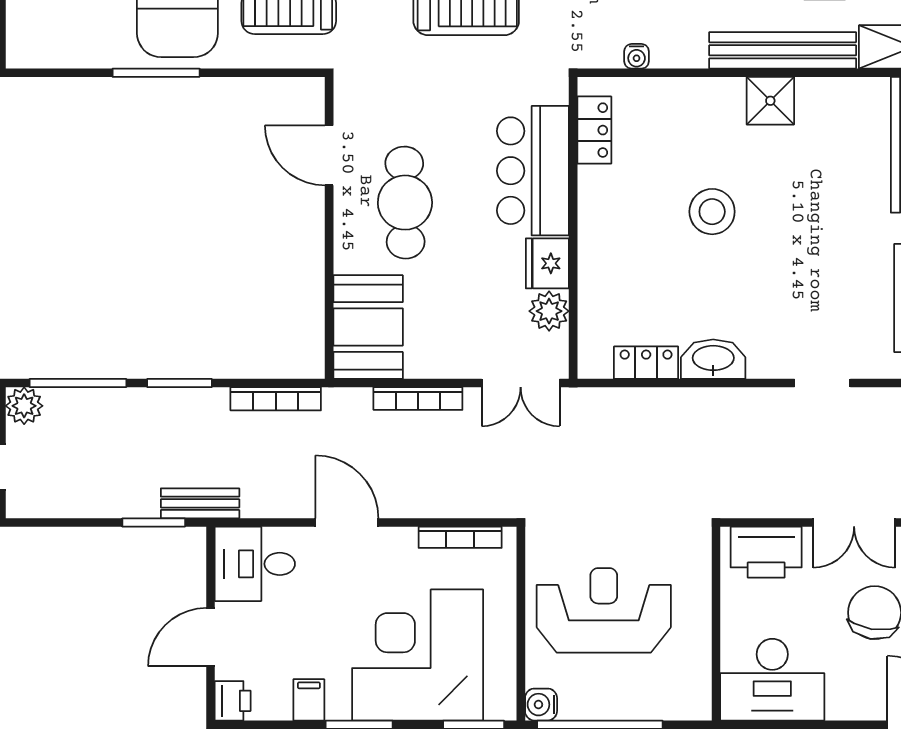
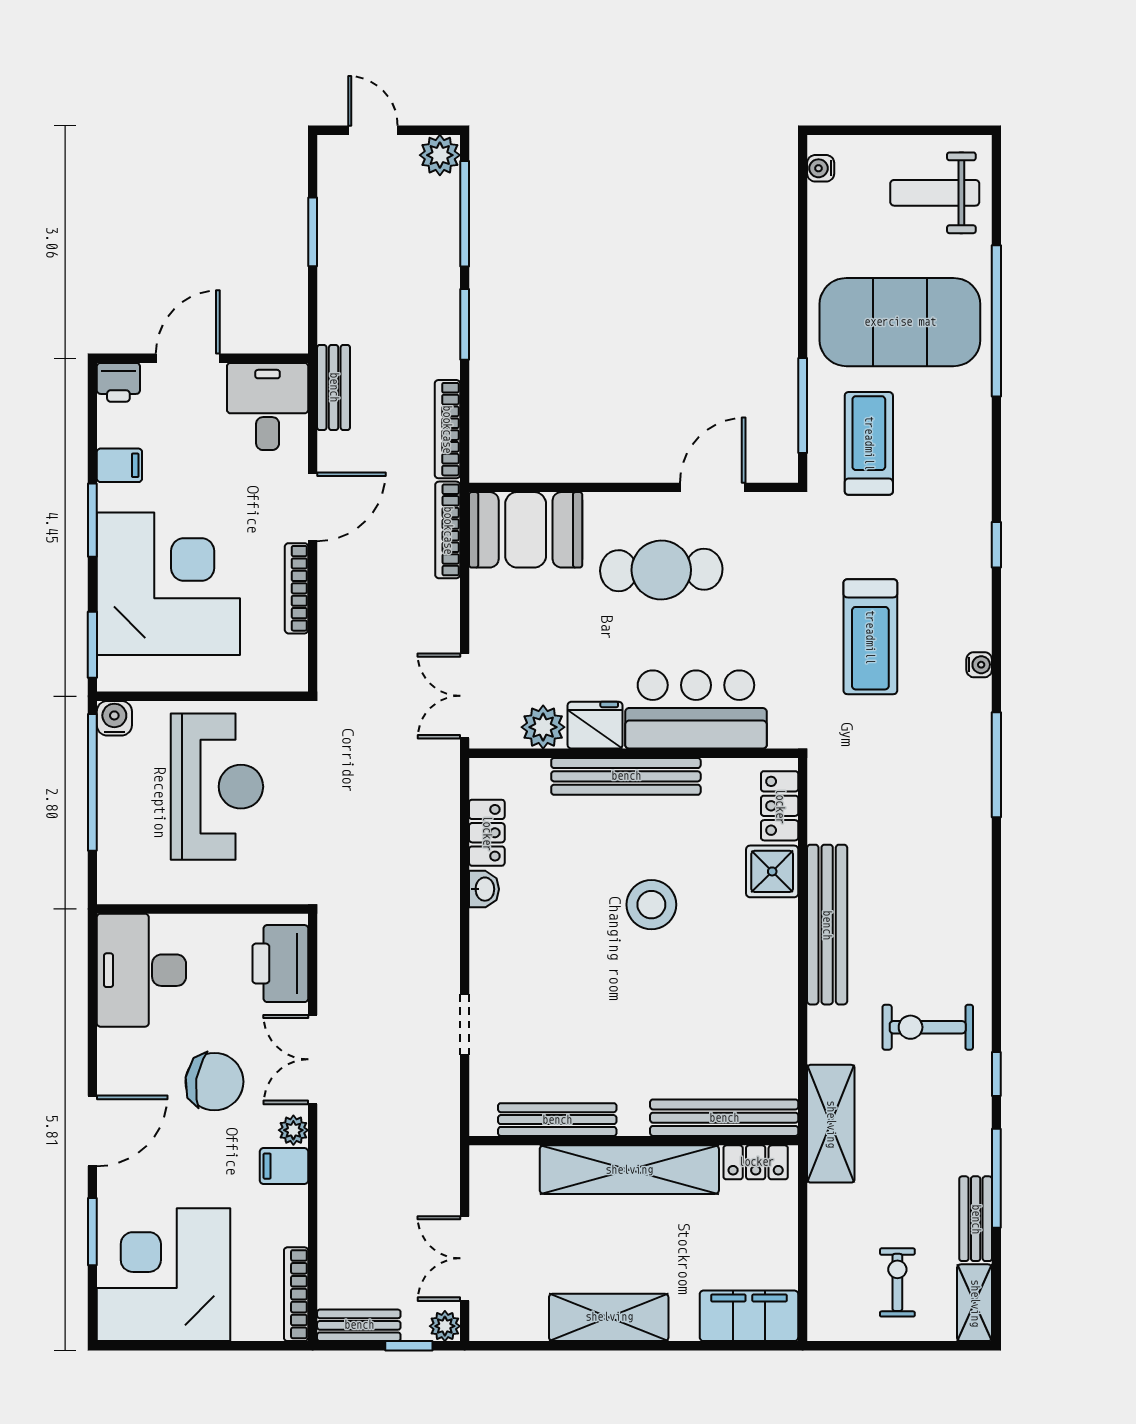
bench: (783, 50) -> (827, 925), moved
water cooler: (637, 56) -> (821, 168), moved
window: (156, 73) -> (803, 406), moved
shower: (770, 101) -> (772, 871), moved
locker: (594, 130) -> (780, 806), moved, turned 90
bench: (594, 235) -> (626, 776), added
washbasin: (713, 359) -> (484, 889), width x0.52, depth x0.69
bookcase: (418, 399) -> (448, 530), moved
bench: (200, 503) -> (334, 387), moved
window: (154, 522) -> (313, 232), moved
bookcase: (460, 537) -> (297, 588), moved
door: (211, 637) -> (188, 358), hinge flipped

